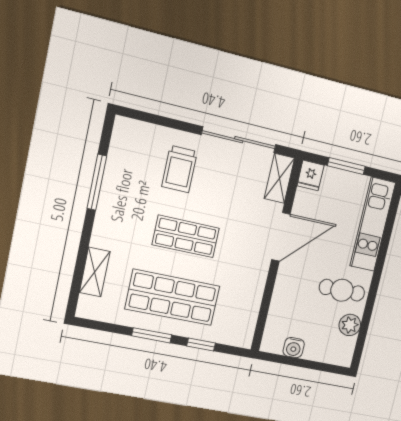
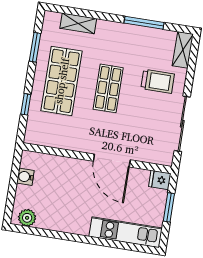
trolley: (179, 169) -> (158, 81), turned 180
shelving: (279, 178) -> (183, 50), moved, turned 90
cafe table: (342, 290) -> (73, 212), removed
plant: (350, 325) -> (27, 218), moved
window: (152, 335) -> (35, 47), moved

